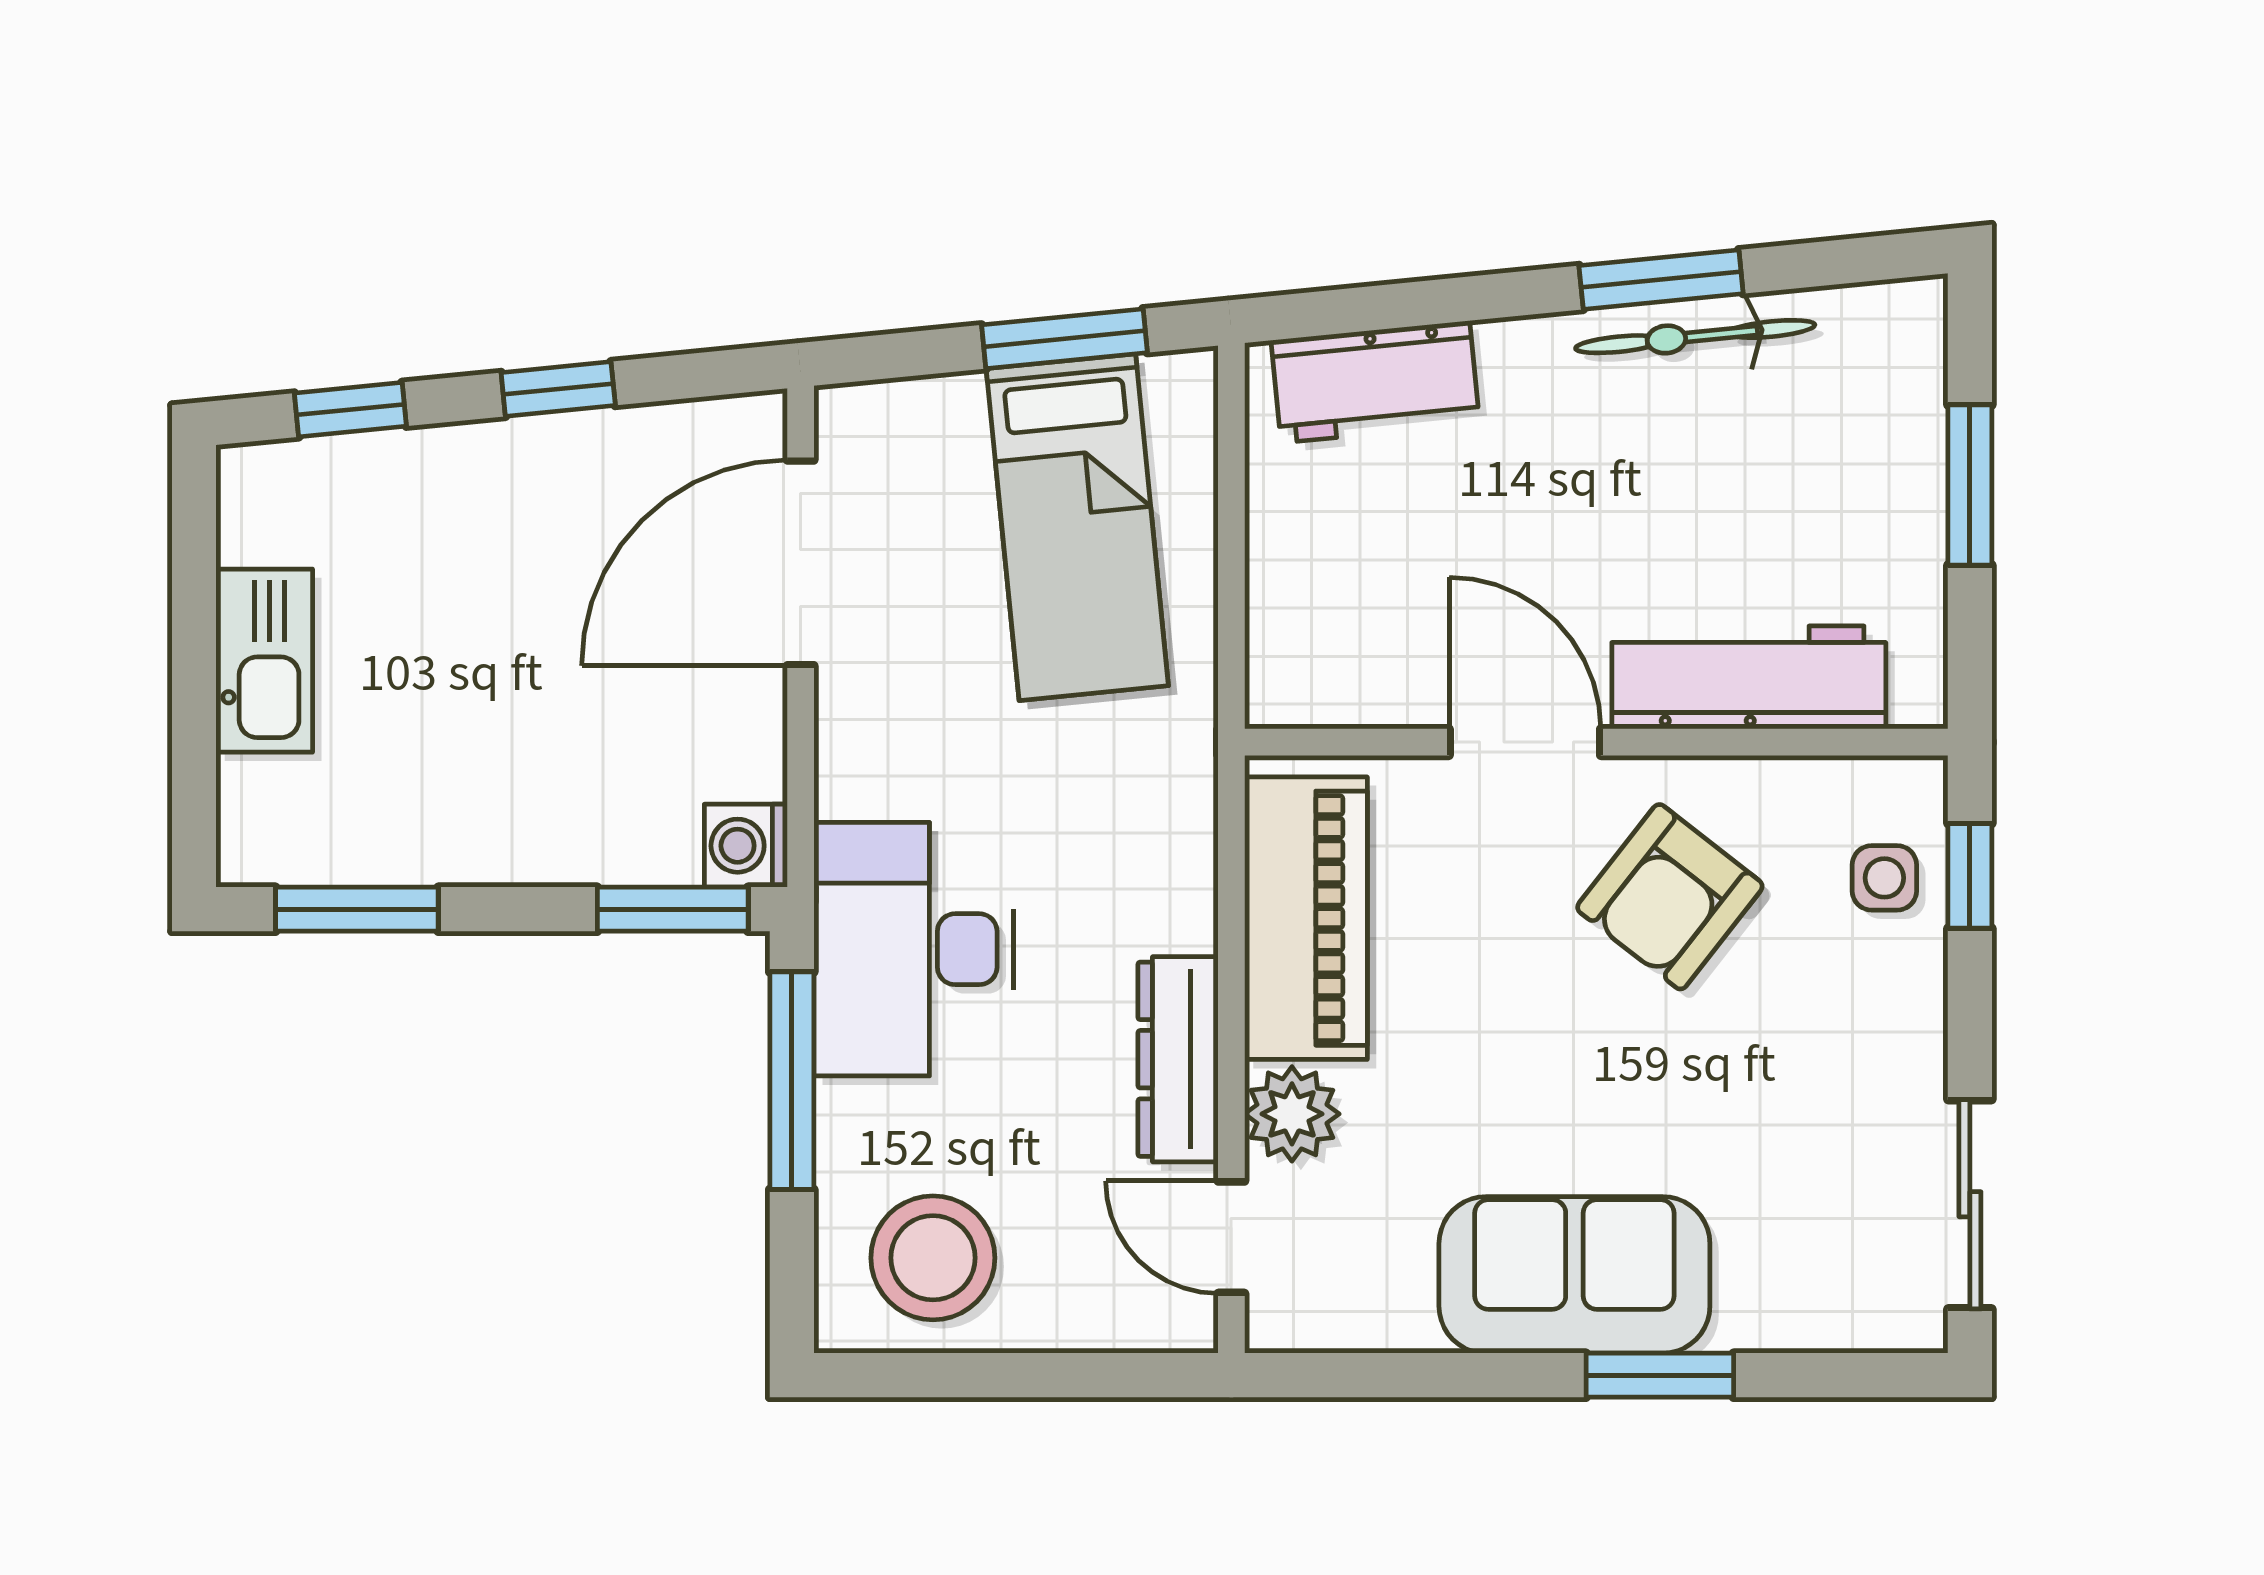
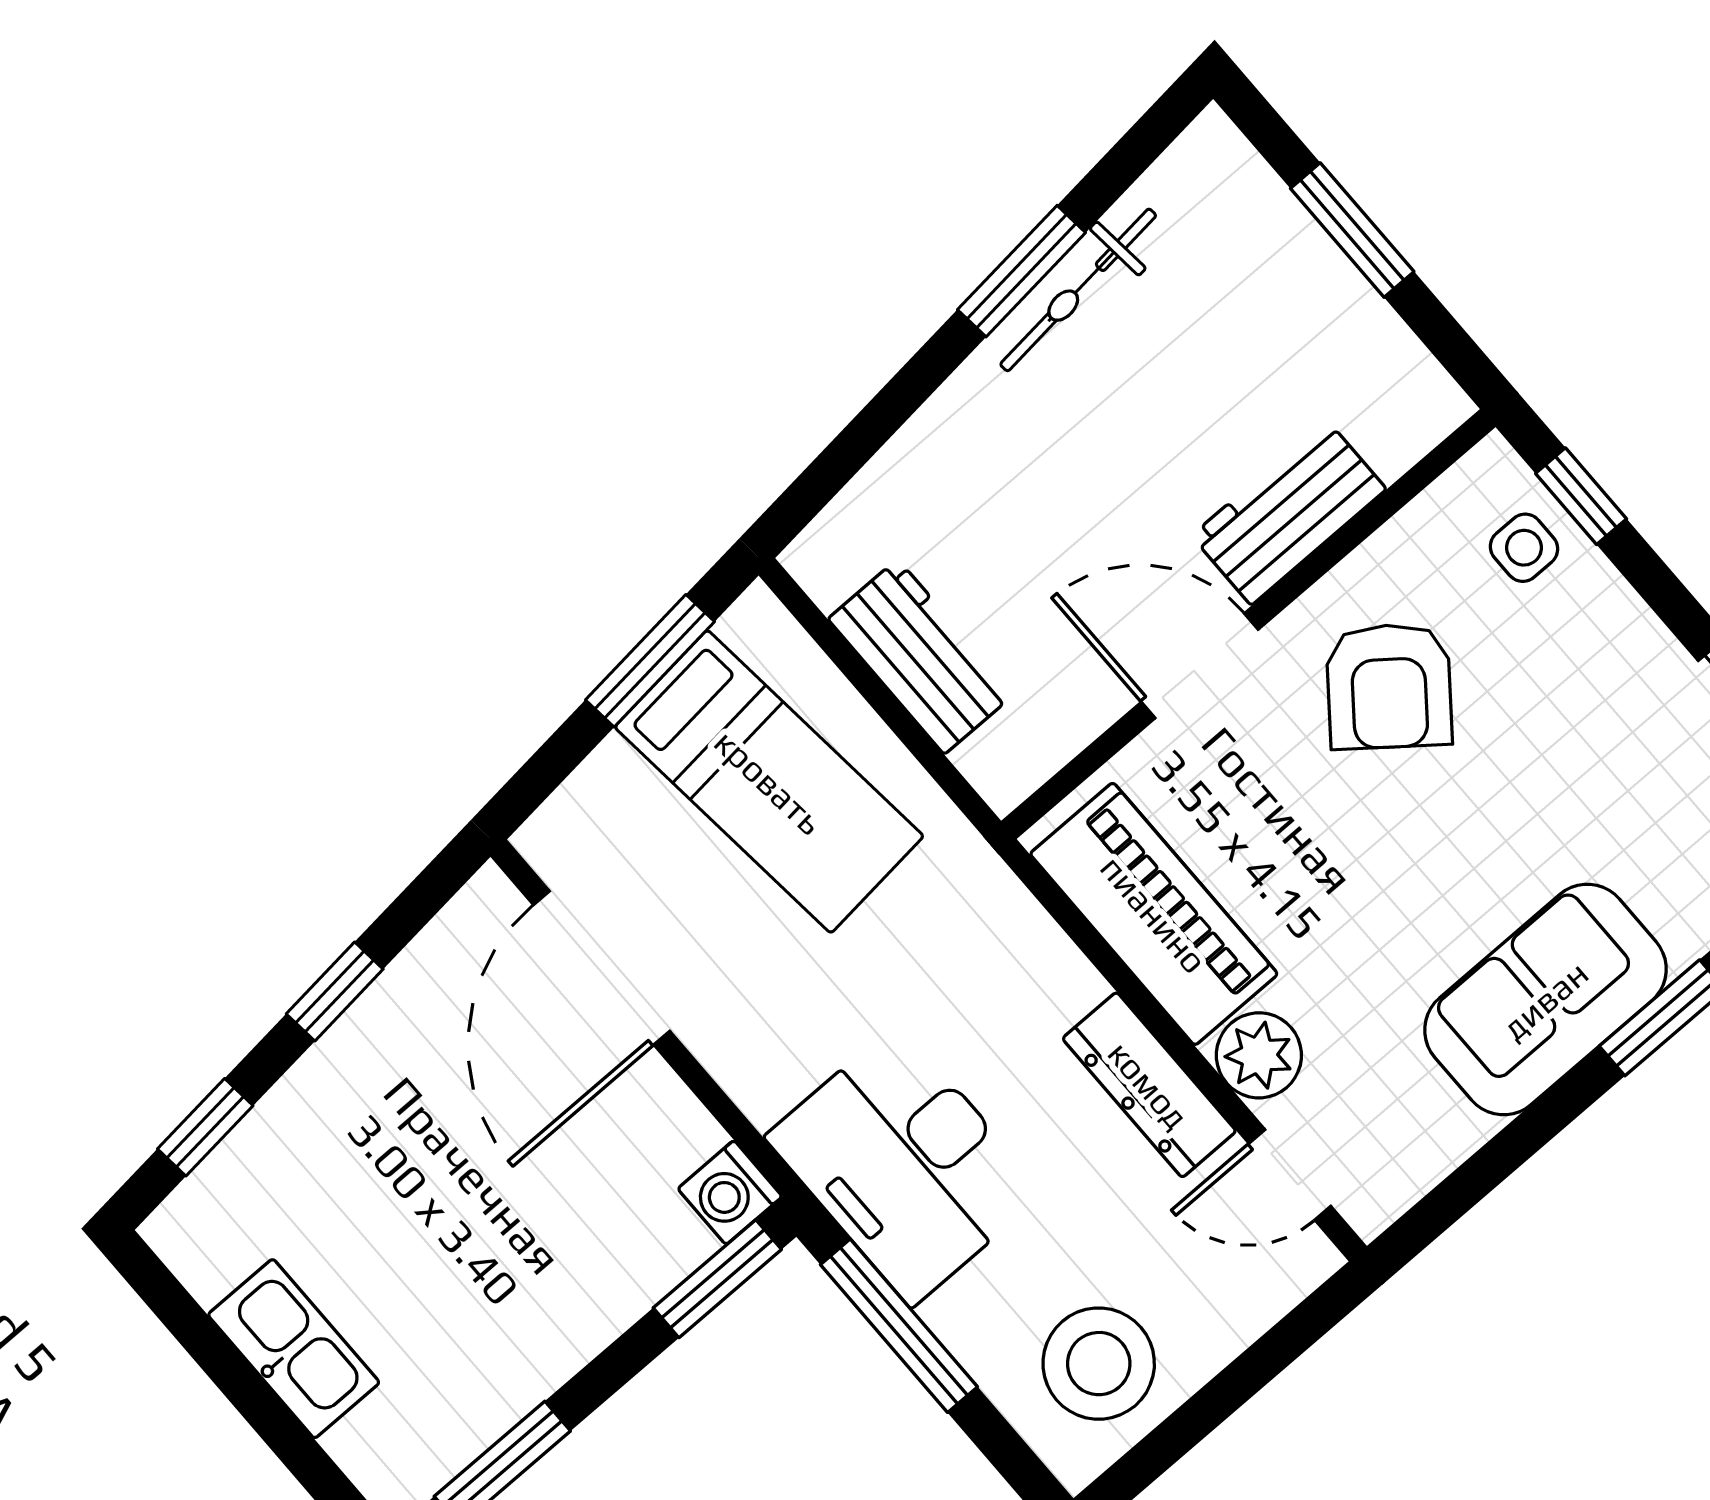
workbench: (1375, 382) -> (921, 657), moved, turned -84
workbench: (1749, 677) -> (1289, 513), width x0.73

